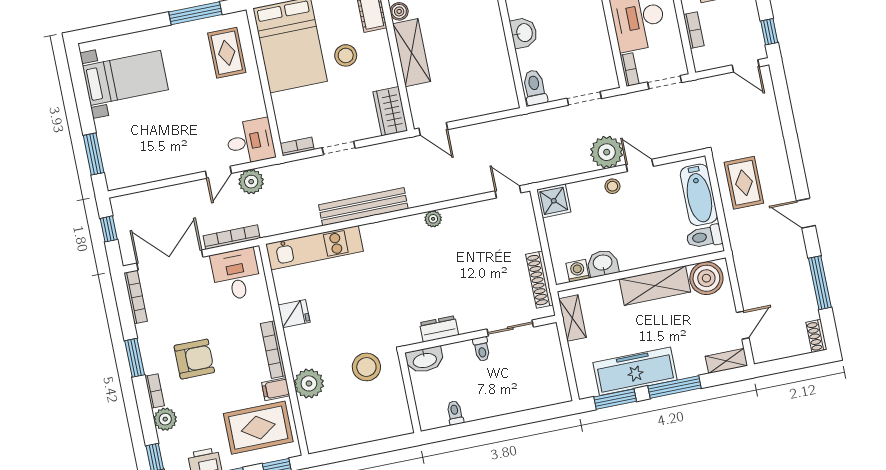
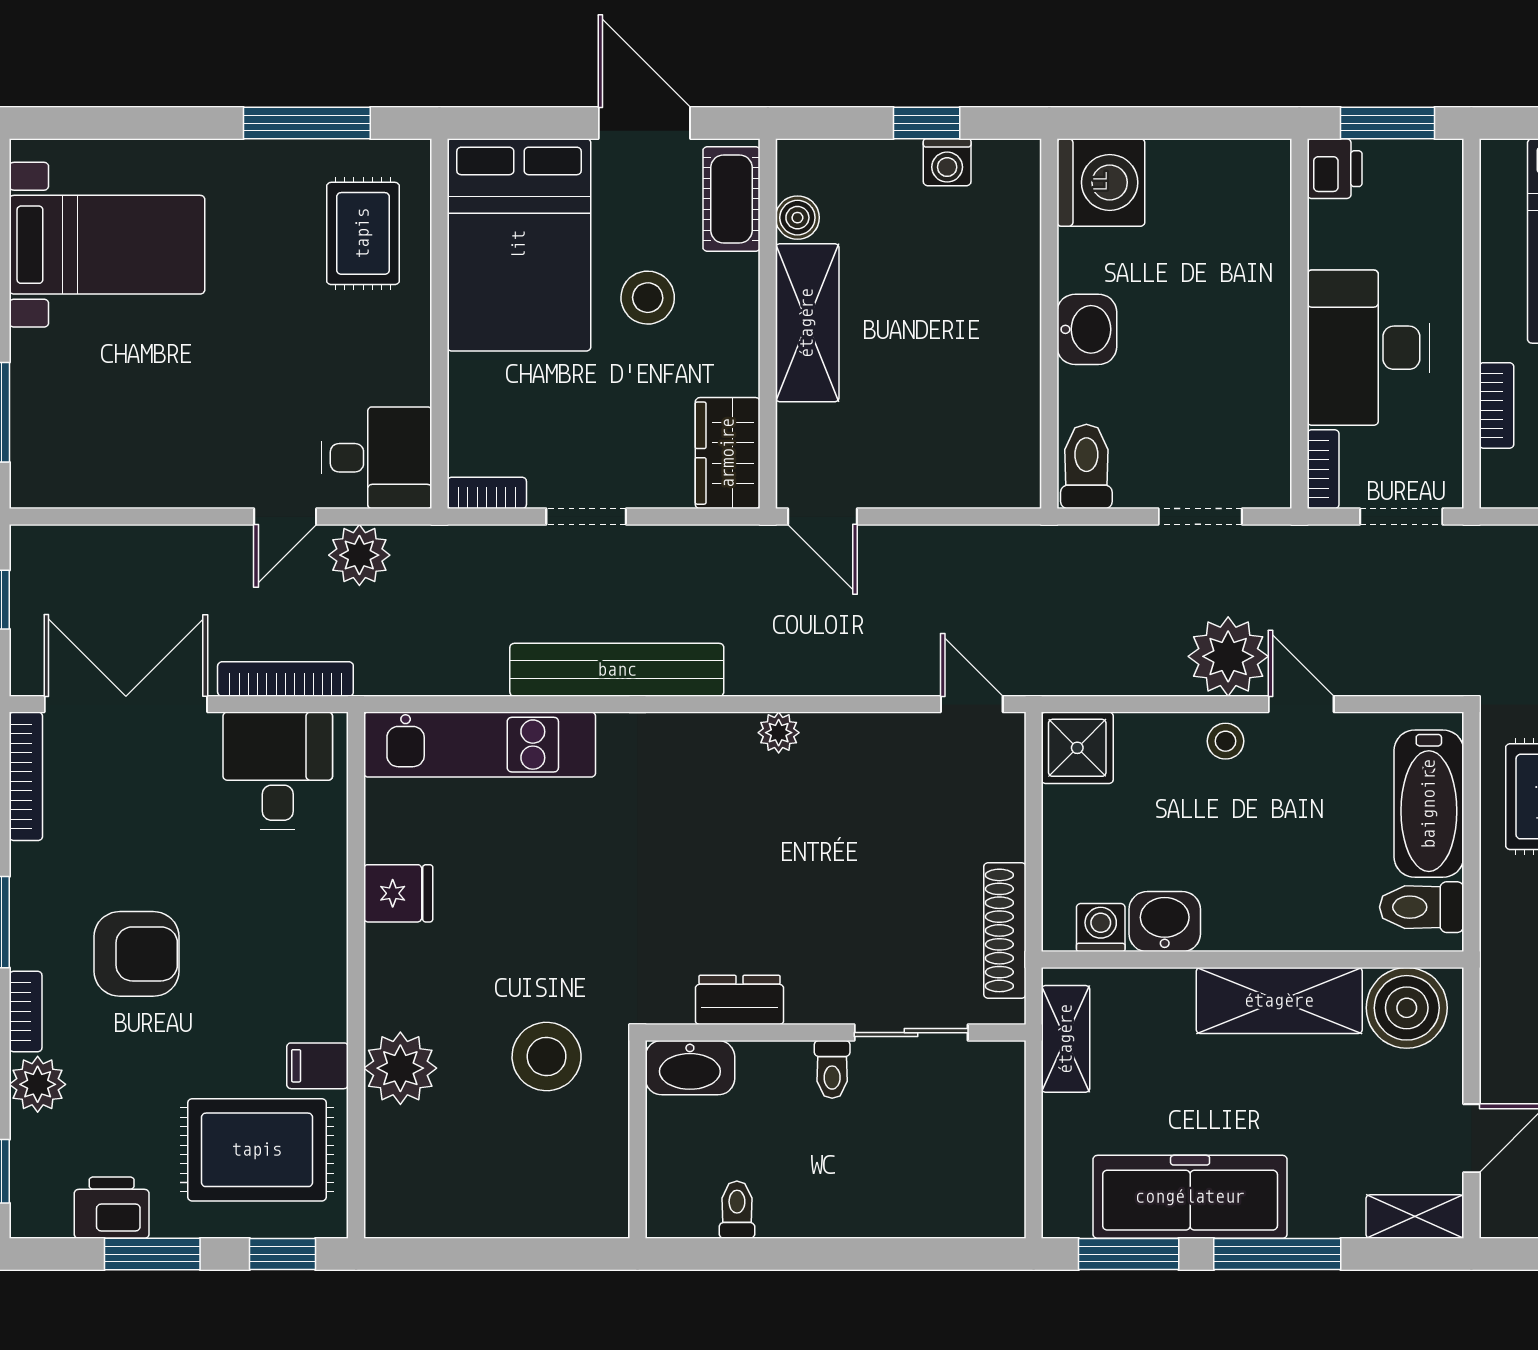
bookcase: (273, 350) -> (331, 970), removed

